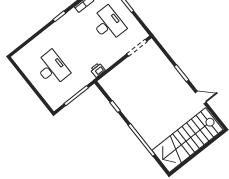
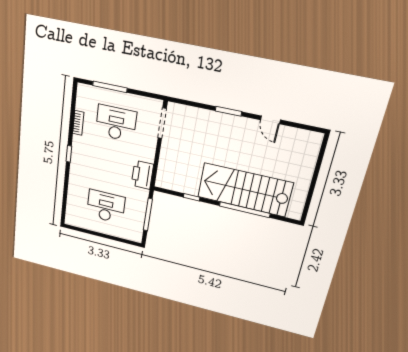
printer: (98, 70) -> (142, 175), width x1.87, depth x1.48
door: (201, 97) -> (270, 120), swing flipped
stairs: (187, 140) -> (245, 190), moved, turned 90

